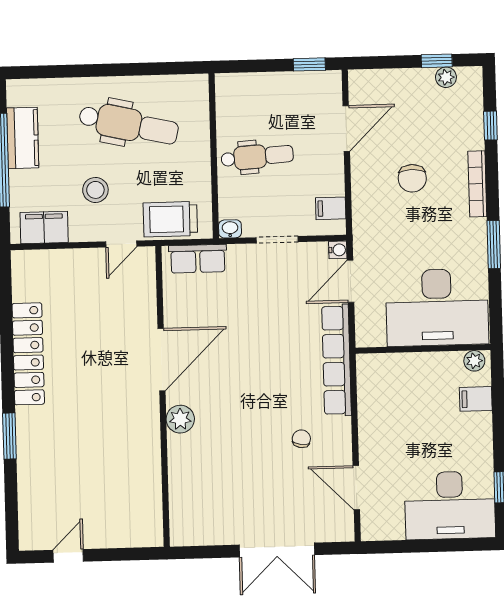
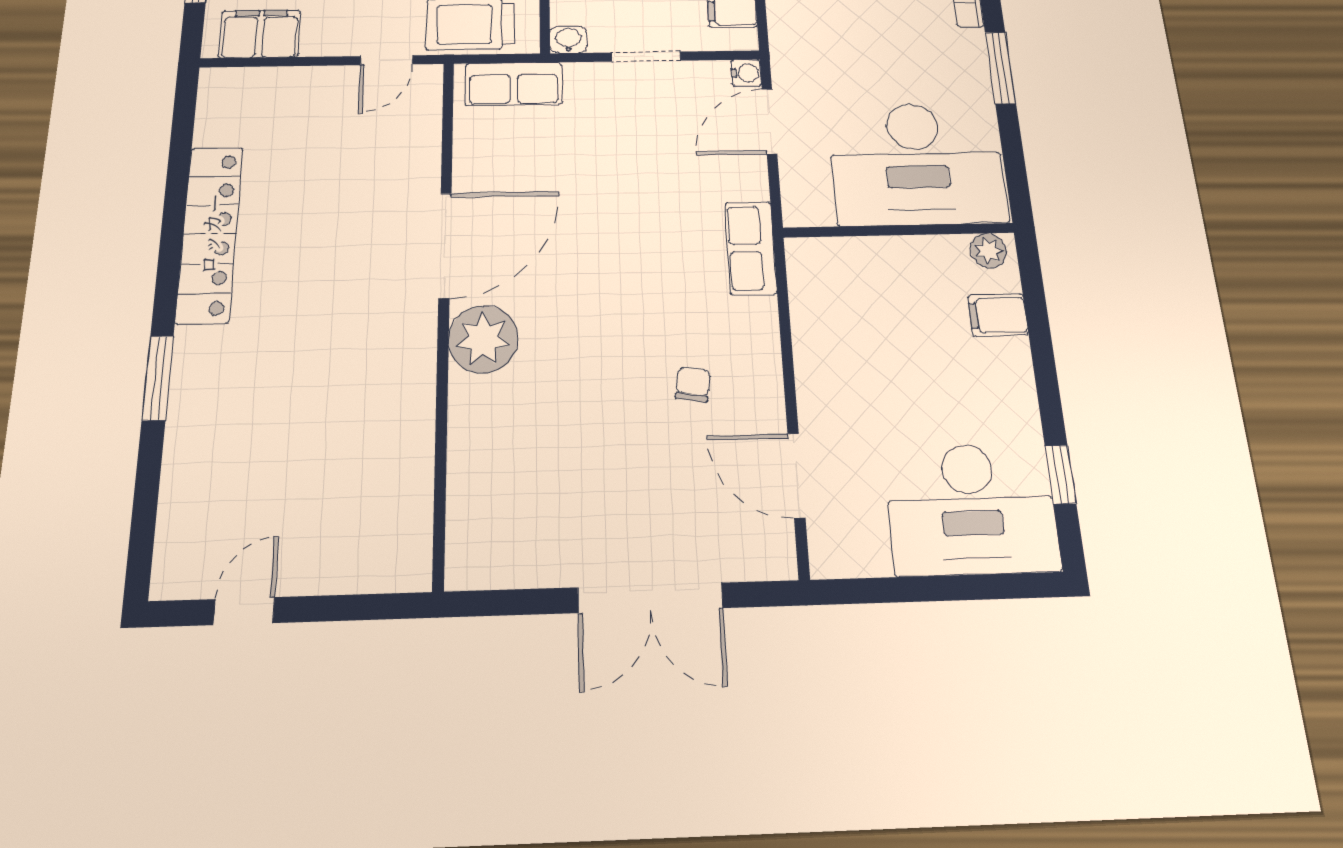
row of seats: (336, 360) -> (751, 248), width x0.50
plant: (180, 419) -> (483, 339), width x1.36, depth x1.36

